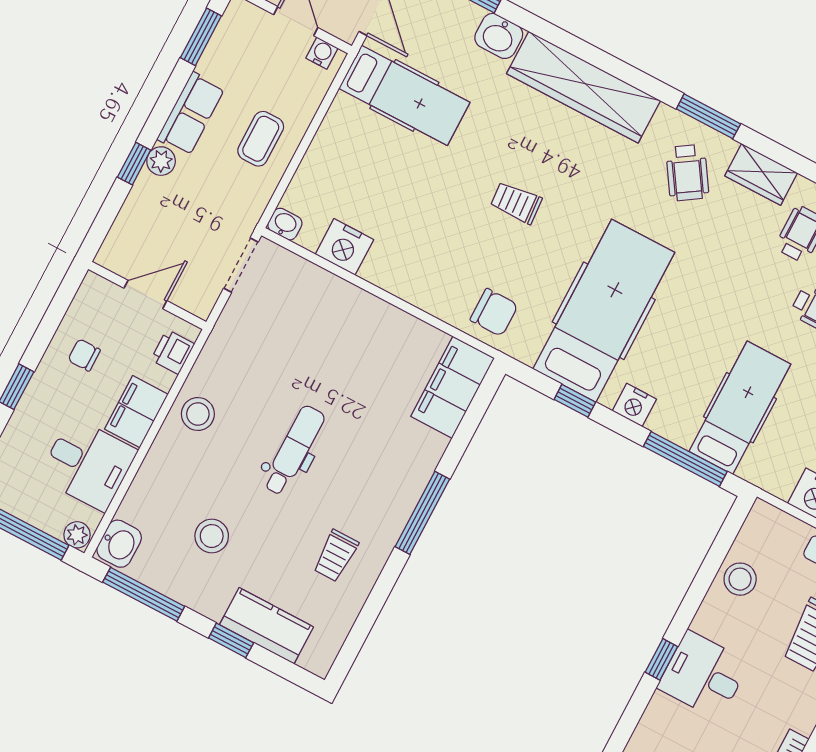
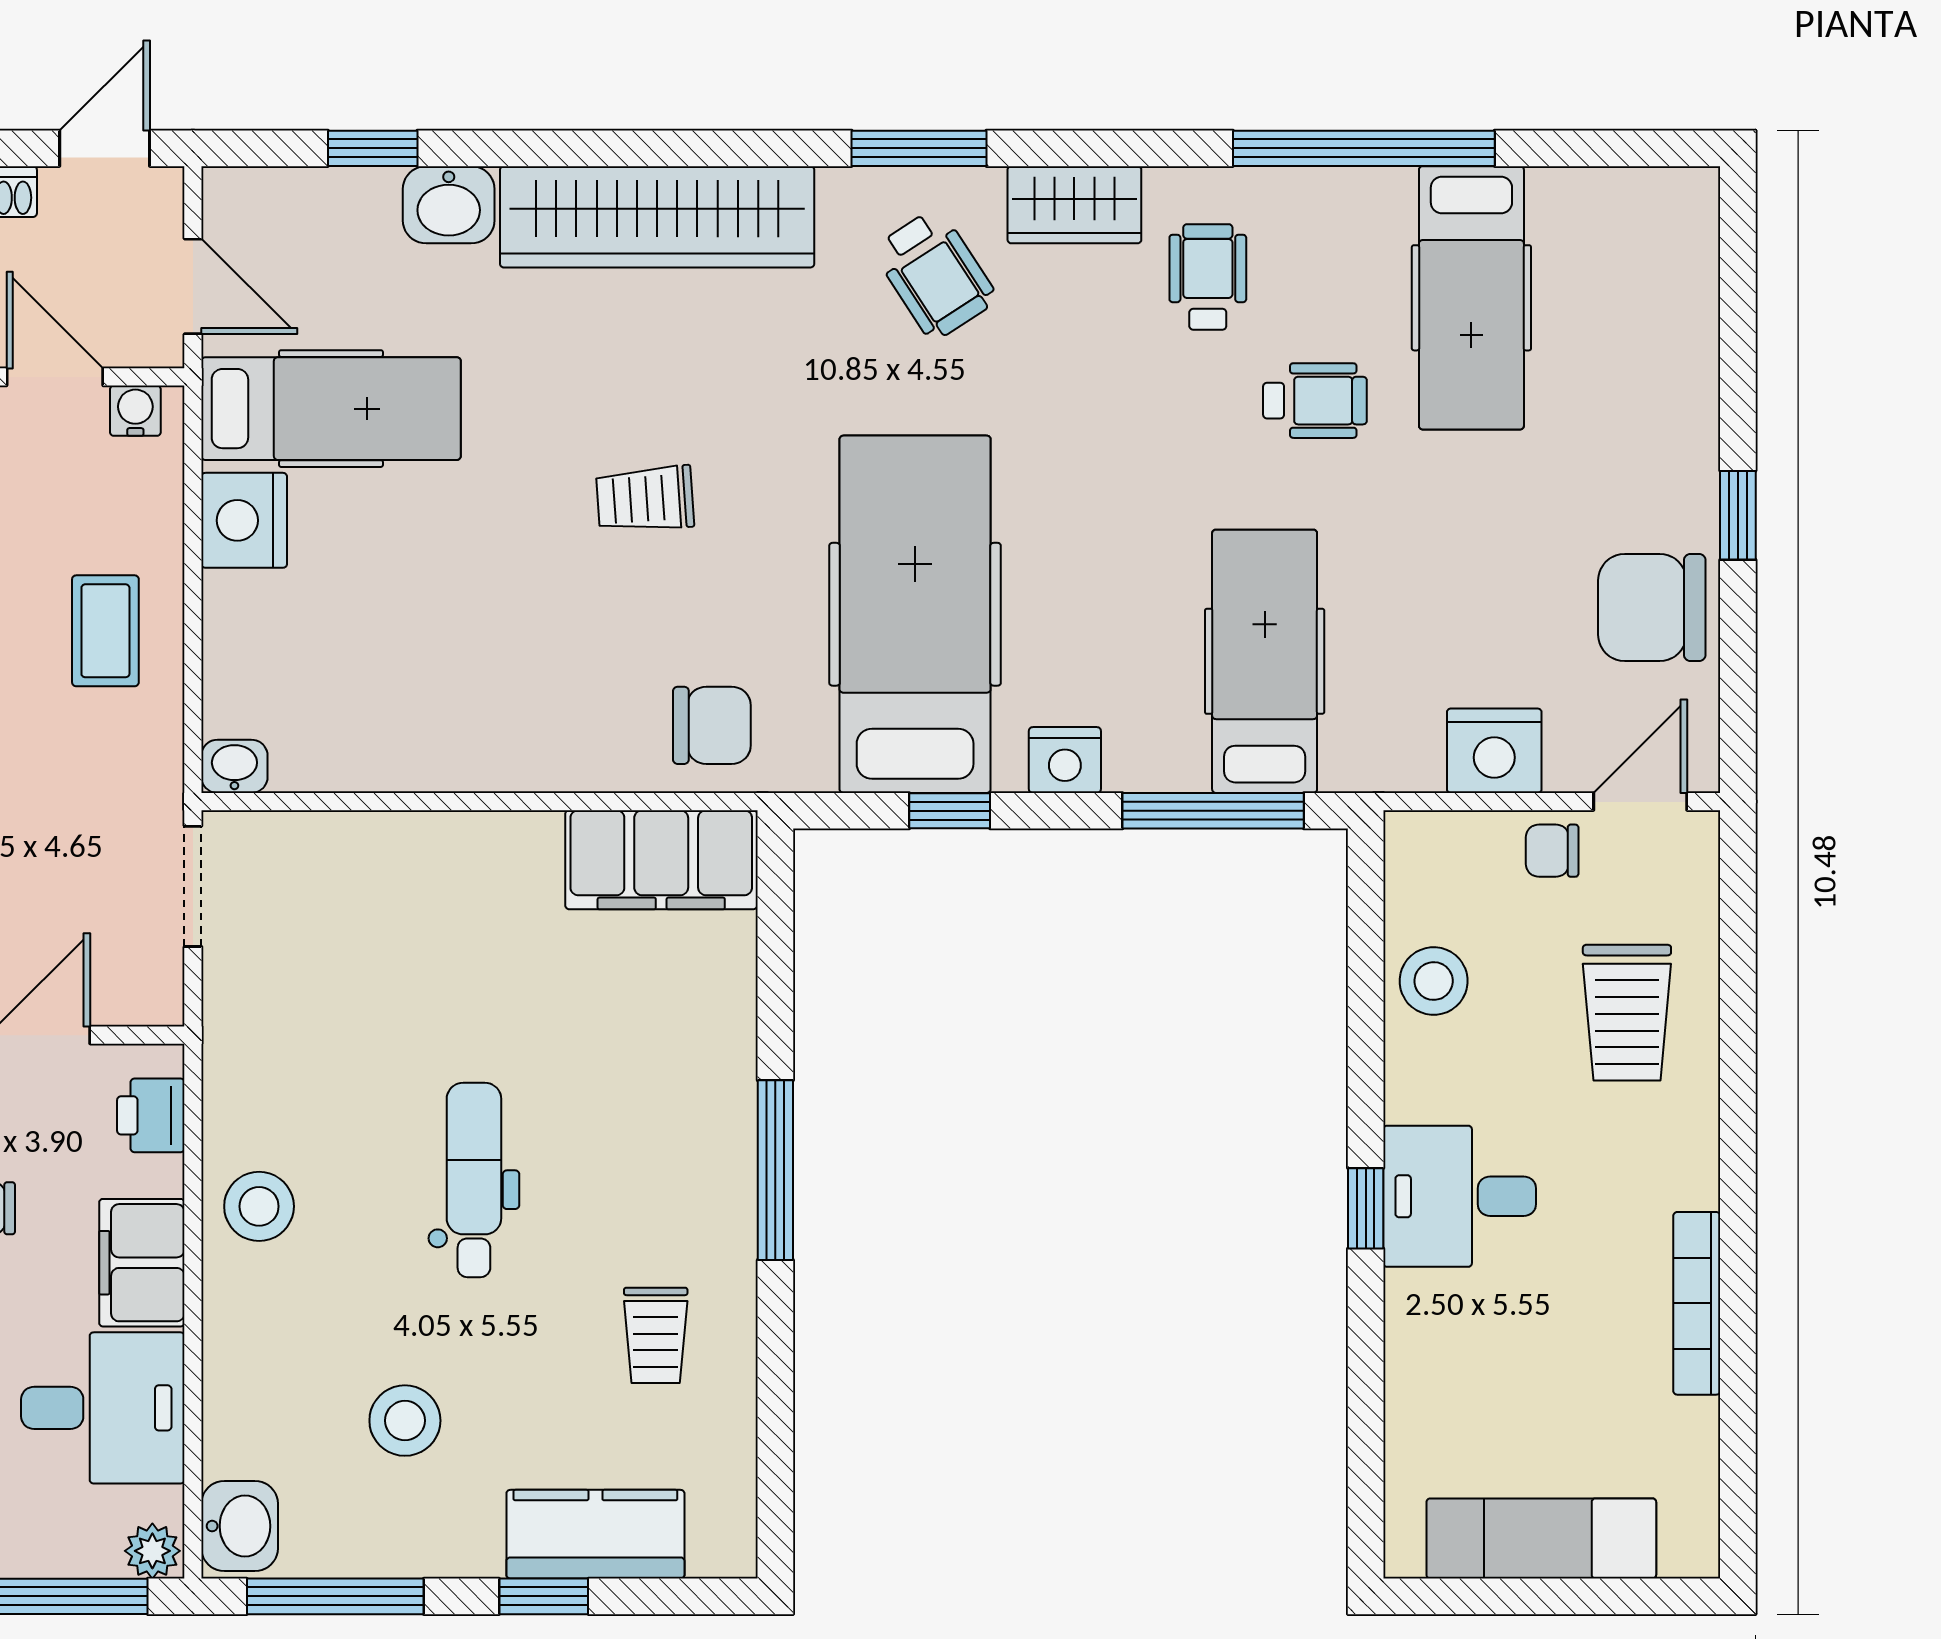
nightstand: (344, 247) -> (244, 520), moved, turned 90
filing cabinet: (453, 387) -> (661, 860), moved, turned -90

